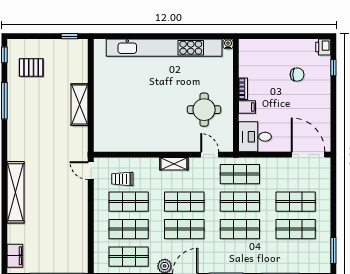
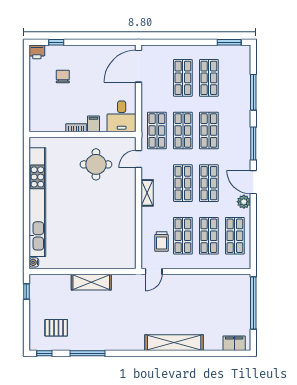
water cooler: (228, 44) -> (34, 262), moved
pallet: (31, 68) -> (56, 328), turned 90

